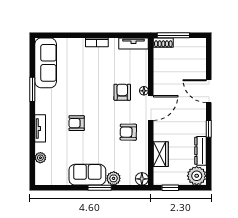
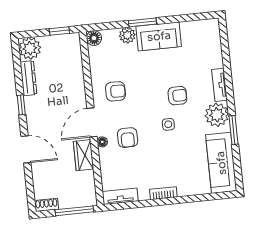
shoe rack: (163, 43) -> (46, 205), moved
side table: (87, 100) -> (168, 124), added
wardrobe: (161, 154) -> (84, 155), moved
plant: (40, 158) -> (217, 115), moved, width x1.87, depth x1.87

